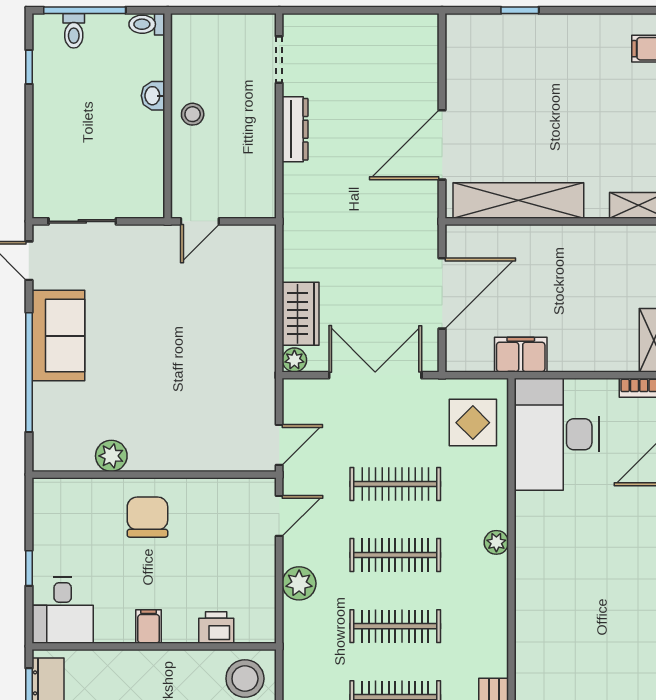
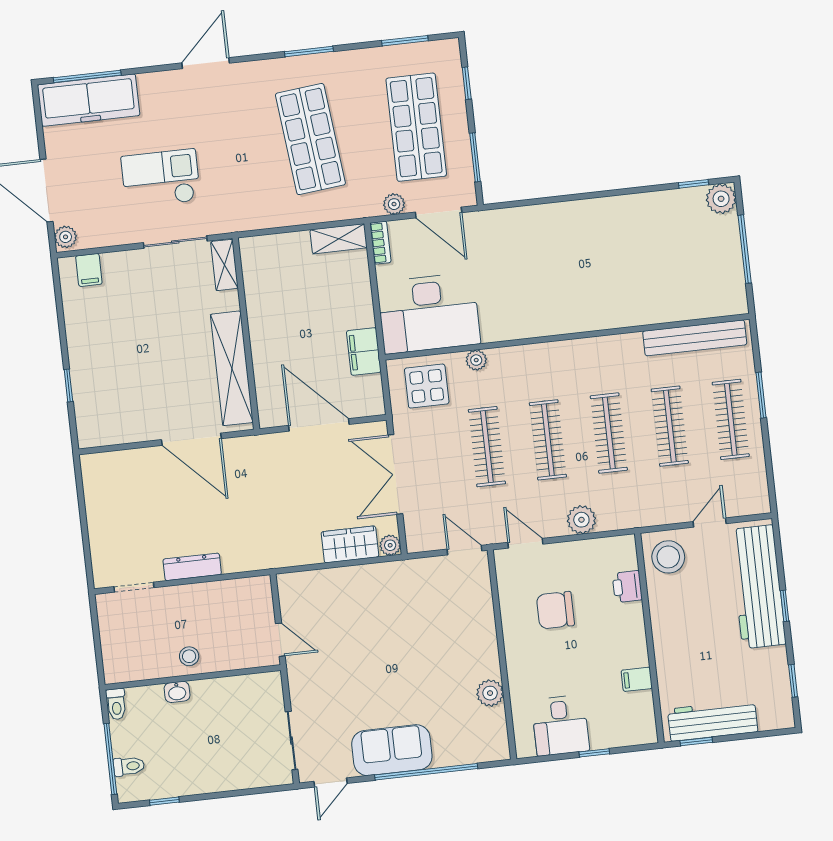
chair: (147, 517) -> (555, 610), moved
plant: (496, 542) -> (476, 360), moved
desk: (63, 610) -> (560, 725), moved, turned 90
filing cabinet: (149, 626) -> (637, 679), moved

